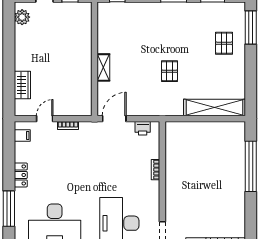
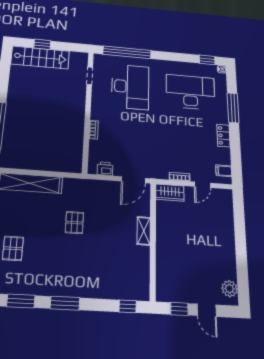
wardrobe: (22, 85) -> (170, 193), moved, turned -90

